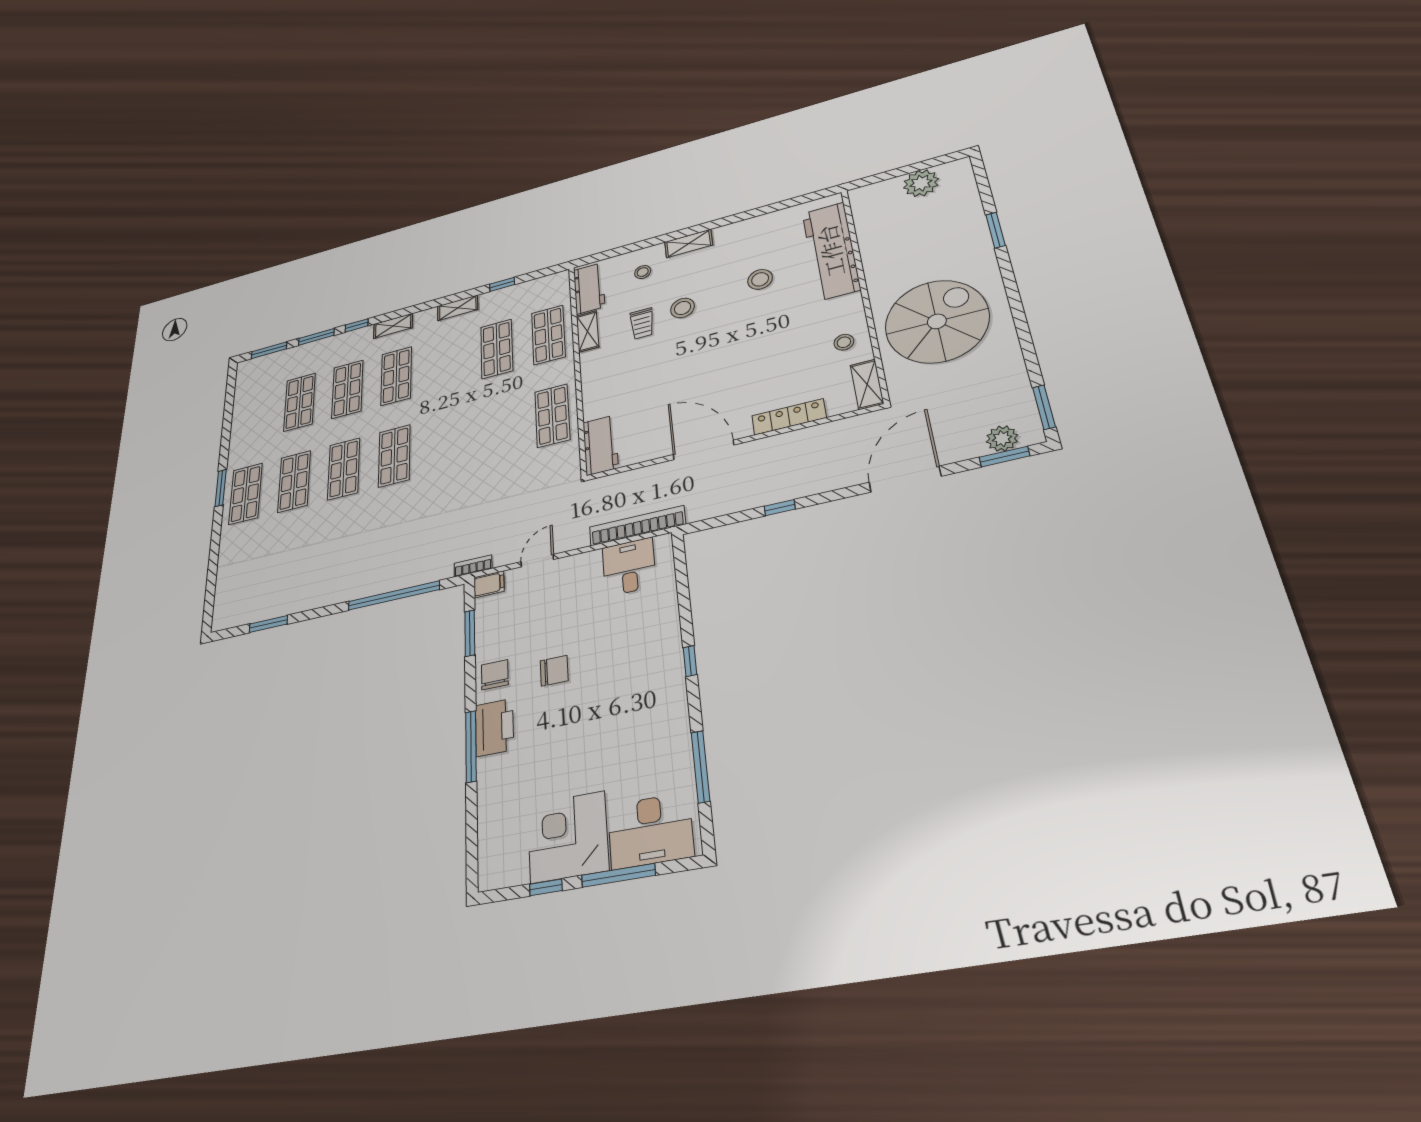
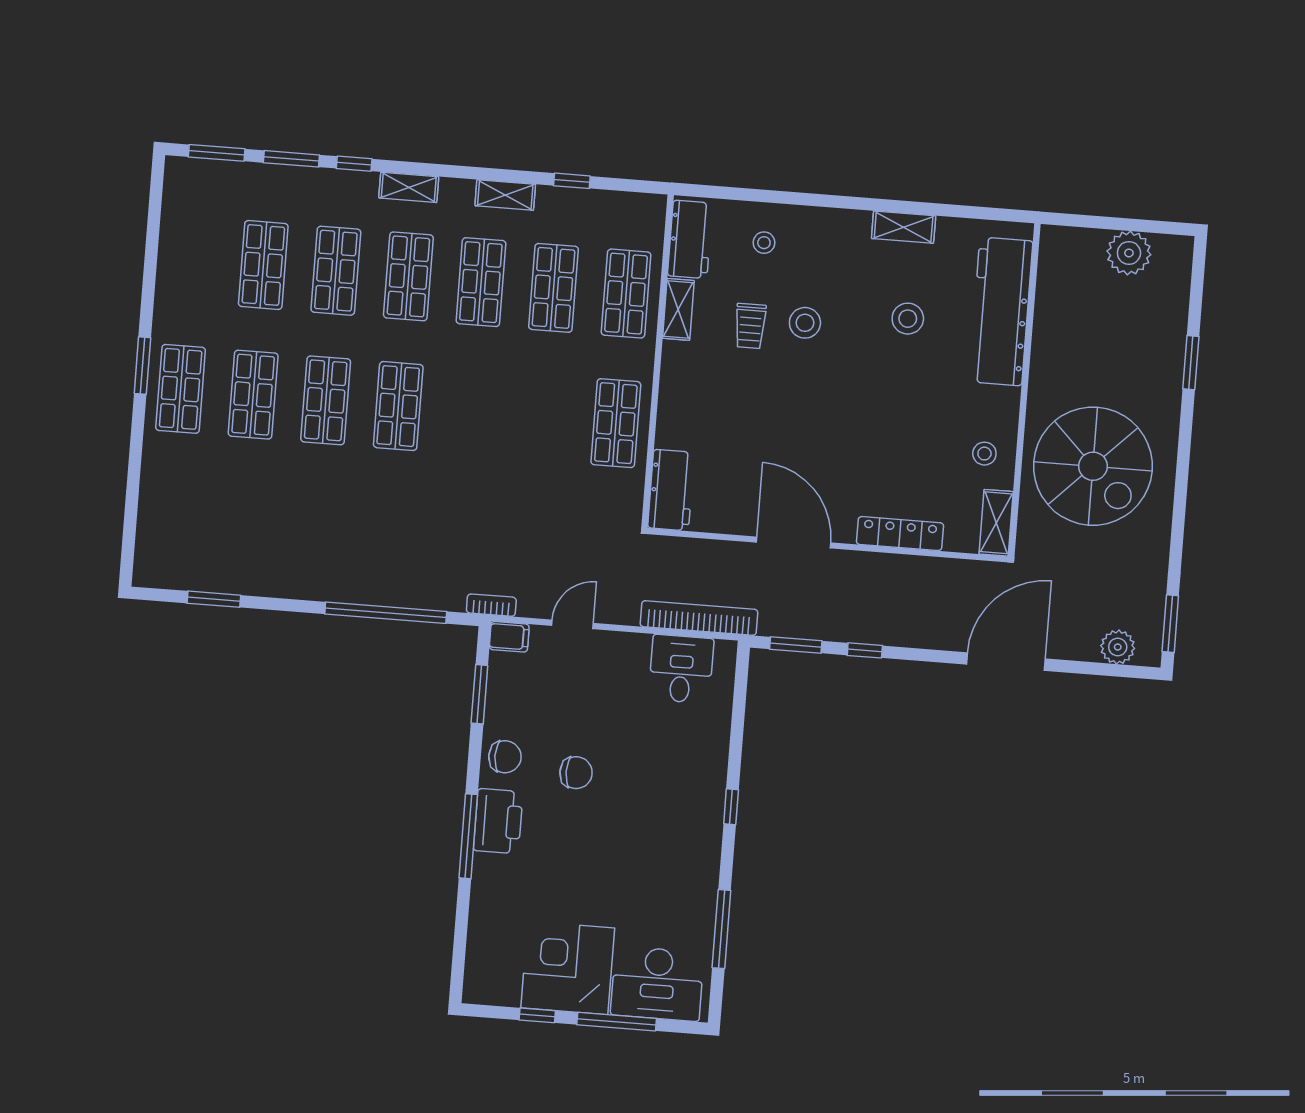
shelving: (689, 243) -> (904, 227), moved
spiral stairs: (937, 321) -> (1093, 466), turned 90
shop shelf: (446, 363) -> (481, 282), added
window: (1004, 457) -> (796, 645), moved
chair: (495, 675) -> (505, 757), turned 90

